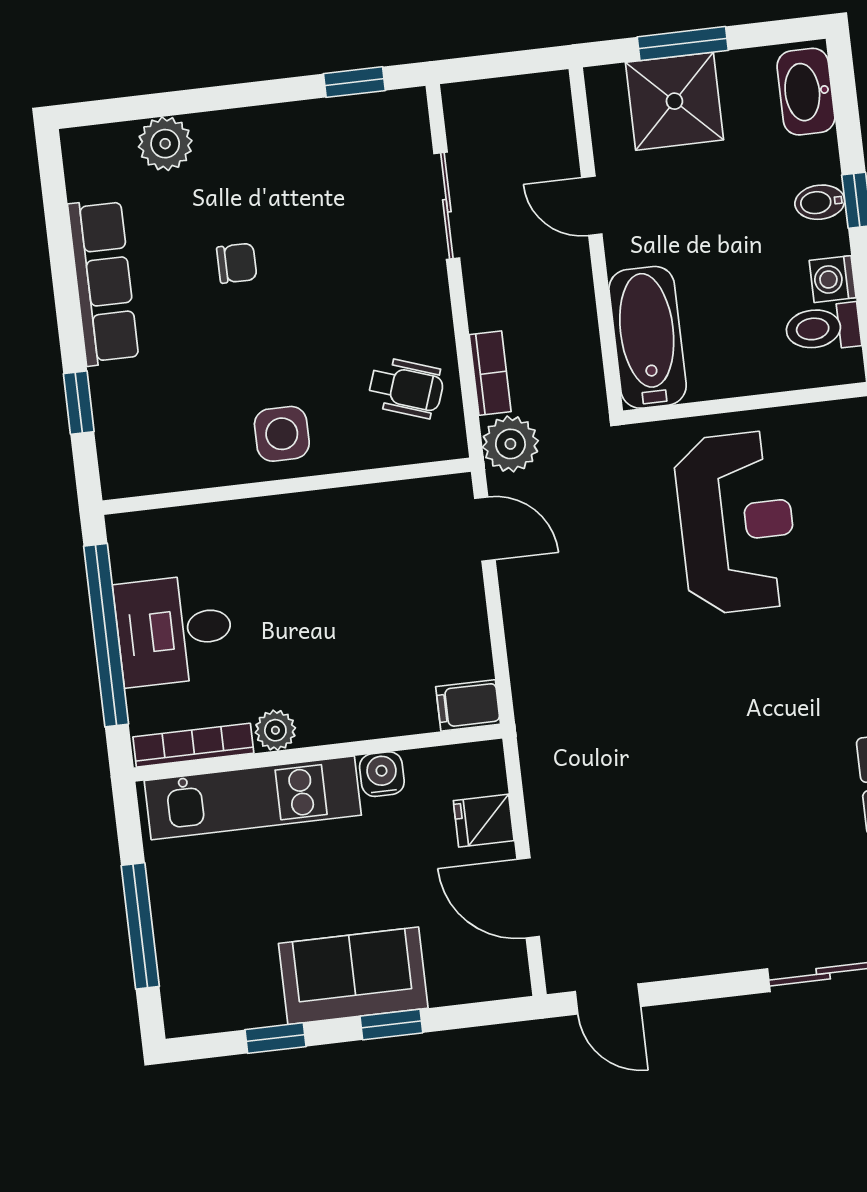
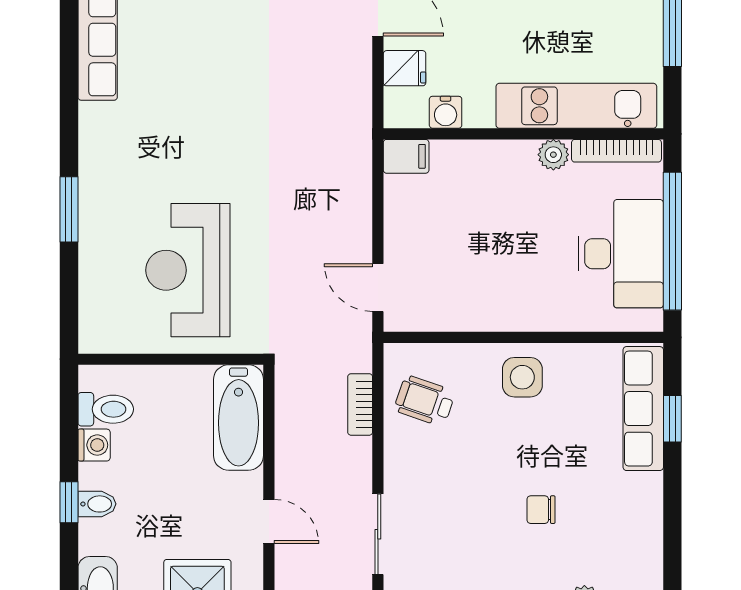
row of seats: (103, 282) -> (643, 409), moved
plant: (510, 444) -> (351, 349), removed
desk: (174, 630) -> (621, 254), width x1.37
water cooler: (382, 774) -> (446, 112), moved

